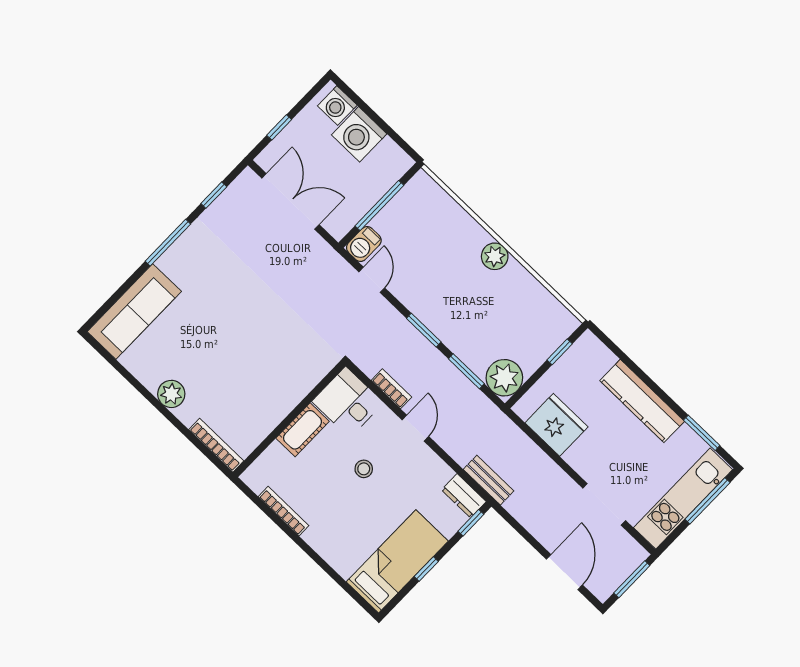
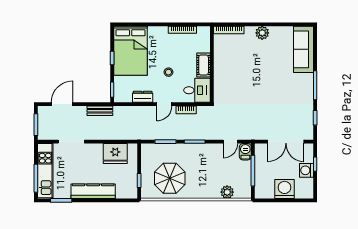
washing machine: (337, 106) -> (306, 170), moved, turned -90
plant: (495, 256) -> (227, 192), moved
door: (372, 280) -> (230, 142), hinge flipped
parasol: (512, 312) -> (170, 178), added
plant: (504, 378) -> (150, 152), removed
door: (415, 428) -> (164, 104), hinge flipped
bench: (489, 480) -> (100, 111), moved
dresser: (464, 496) -> (143, 97), moved
bed: (397, 561) -> (131, 51), width x1.50
door: (564, 572) -> (62, 104), swing flipped

